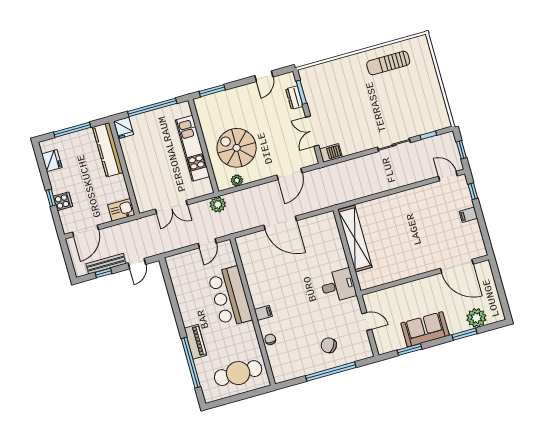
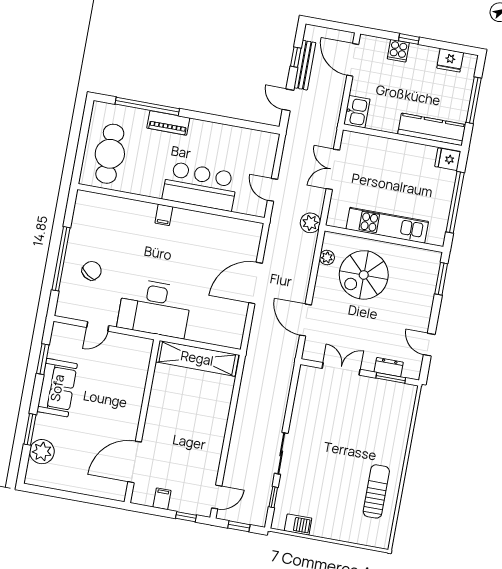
spiral stairs: (237, 148) -> (364, 275), turned 180
barbecue: (331, 153) -> (298, 525), moved, turned -90
door: (457, 266) -> (135, 462), moved
wall: (425, 275) -> (142, 421), moved
desk: (338, 286) -> (155, 308), width x1.87, depth x1.30
chair: (270, 339) -> (130, 208), removed

